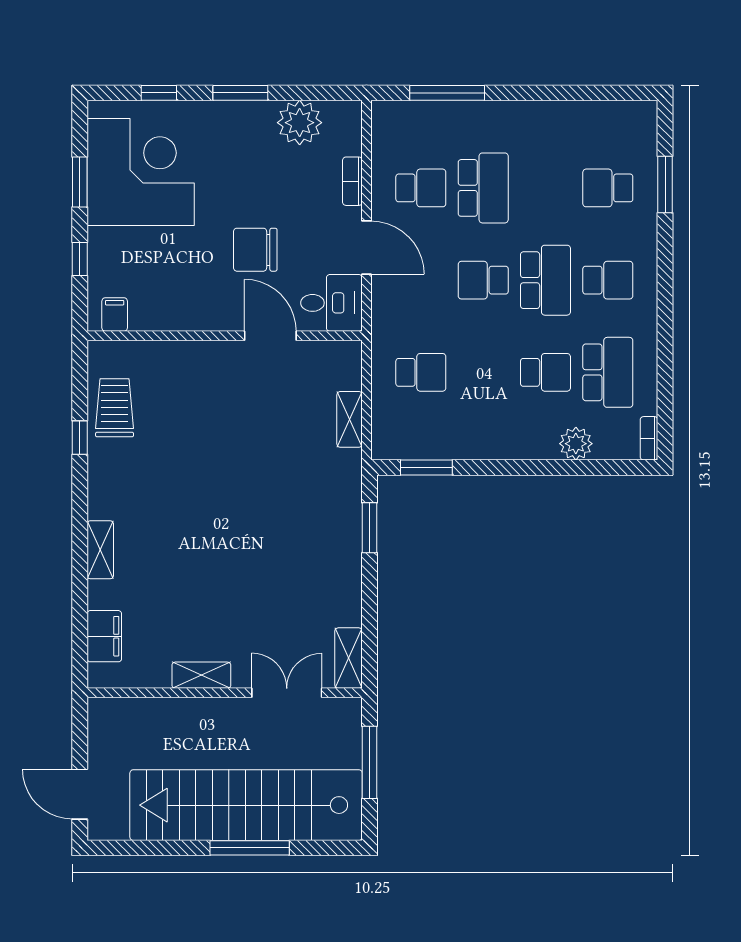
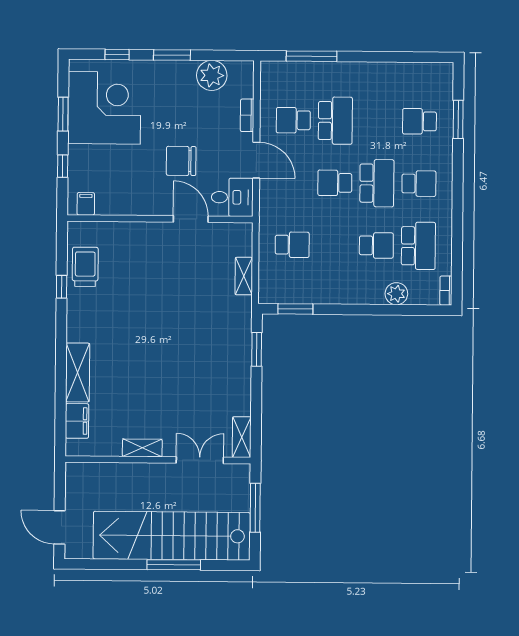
school desk: (421, 188) -> (293, 120), turned 180
shelving: (100, 550) -> (78, 372), width x1.50, depth x1.33

